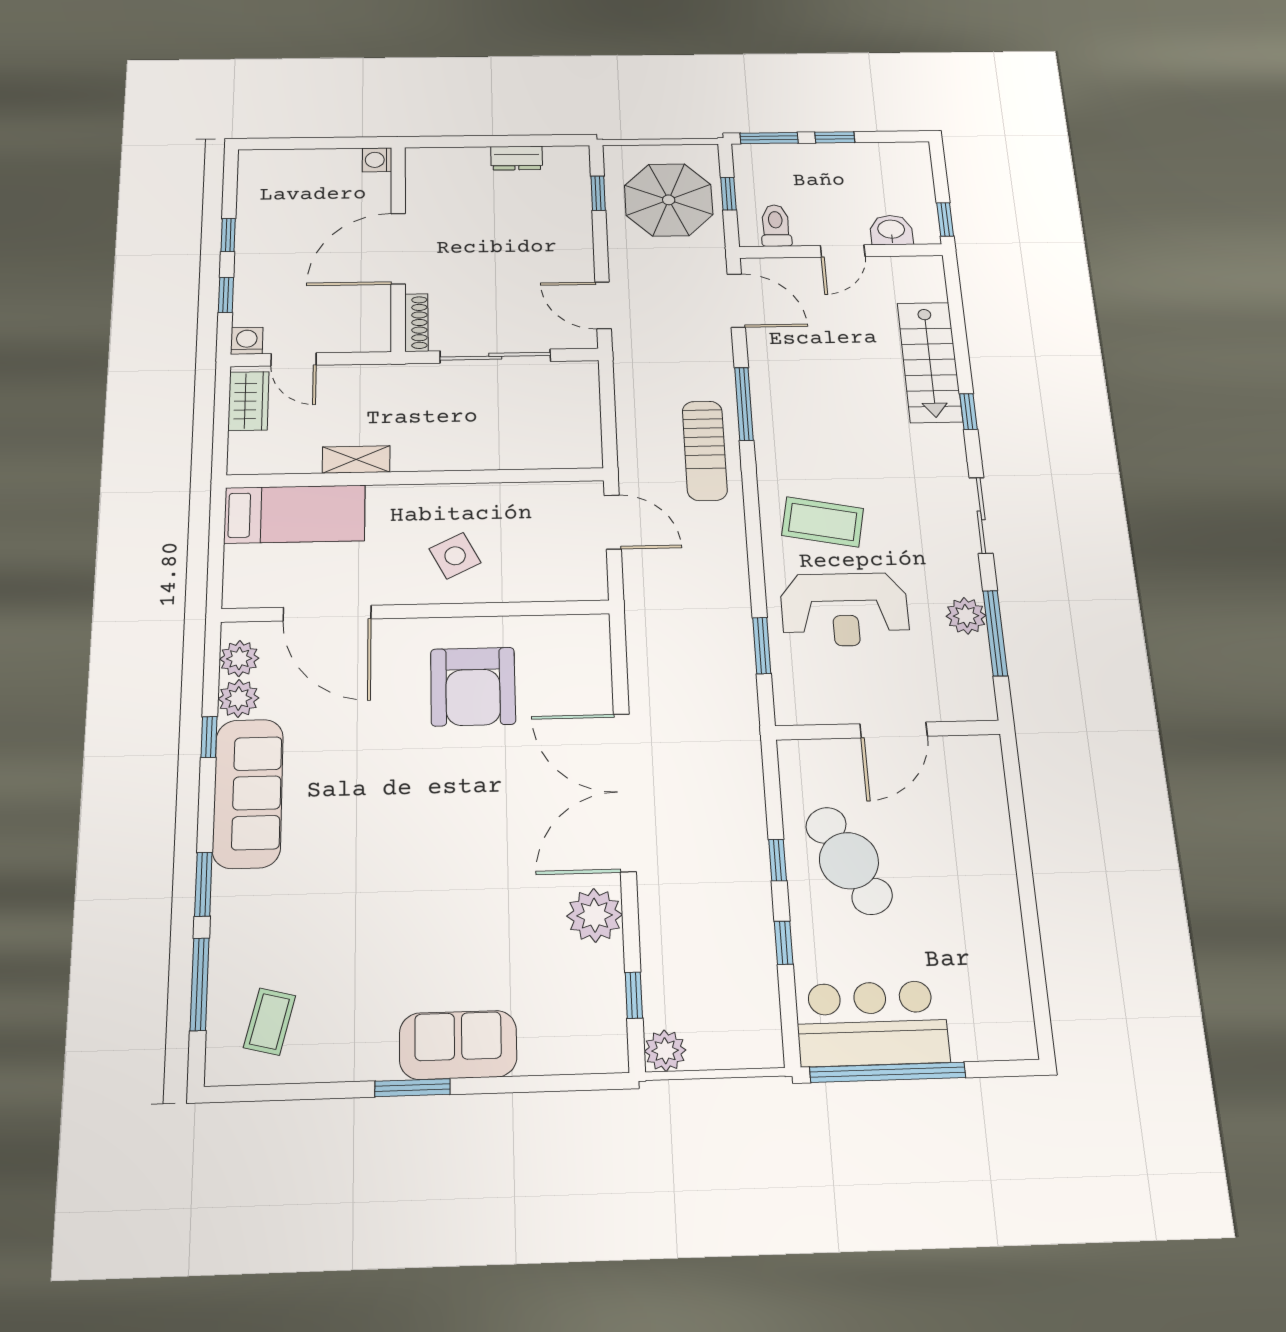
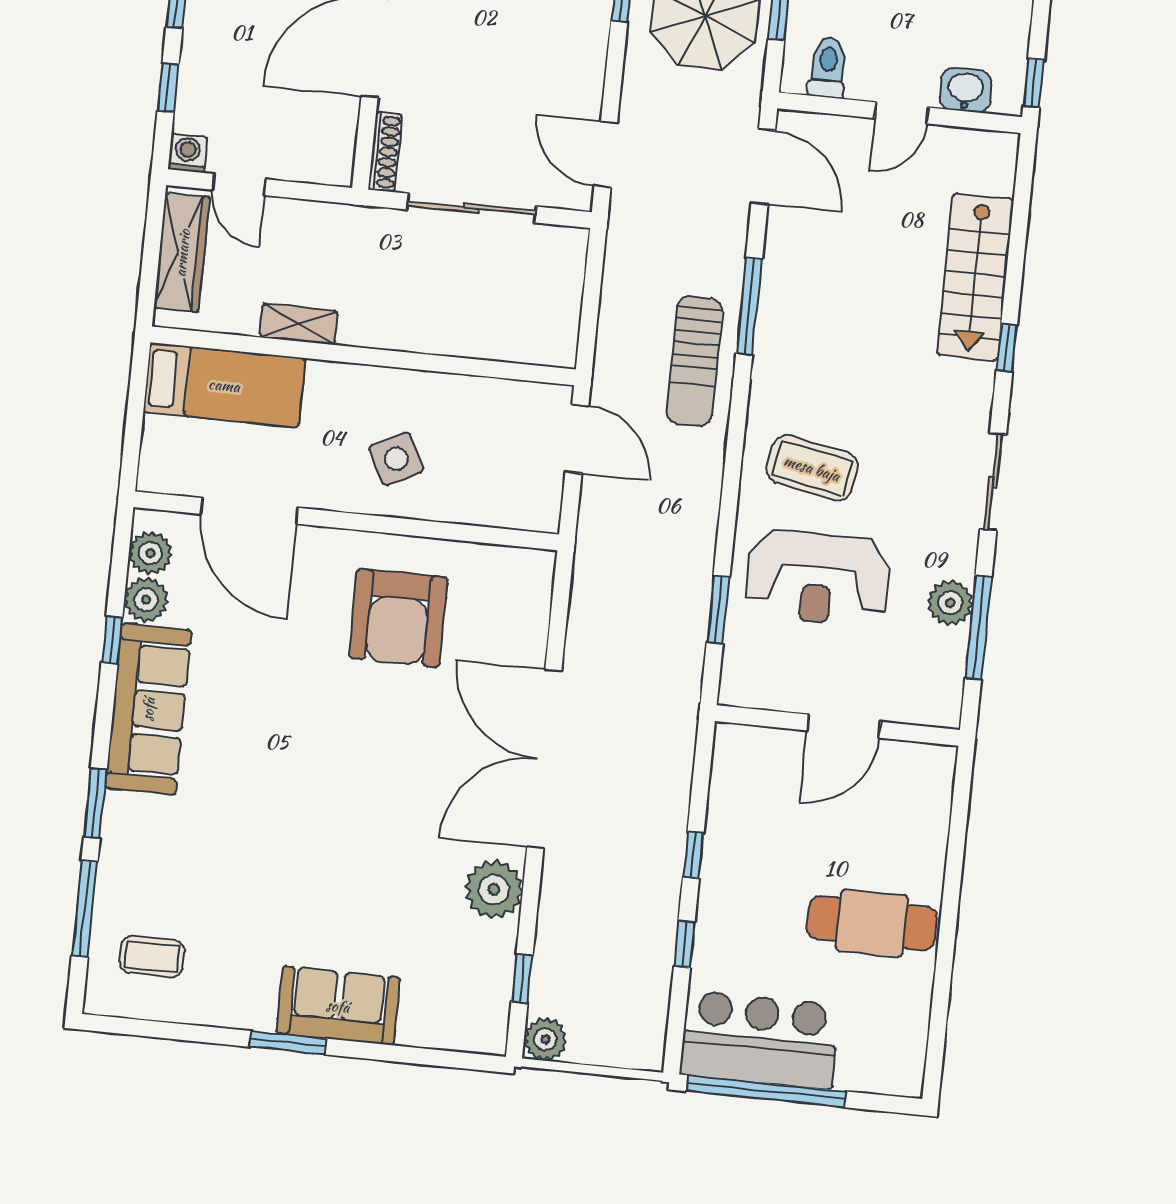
wardrobe: (248, 401) -> (182, 253), width x1.50
cafe table: (849, 861) -> (872, 923), moved, turned -62
coffee table: (270, 1022) -> (152, 957), turned 76

